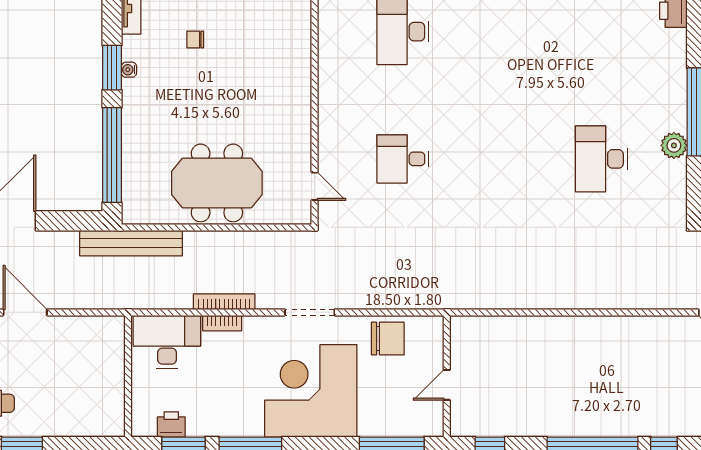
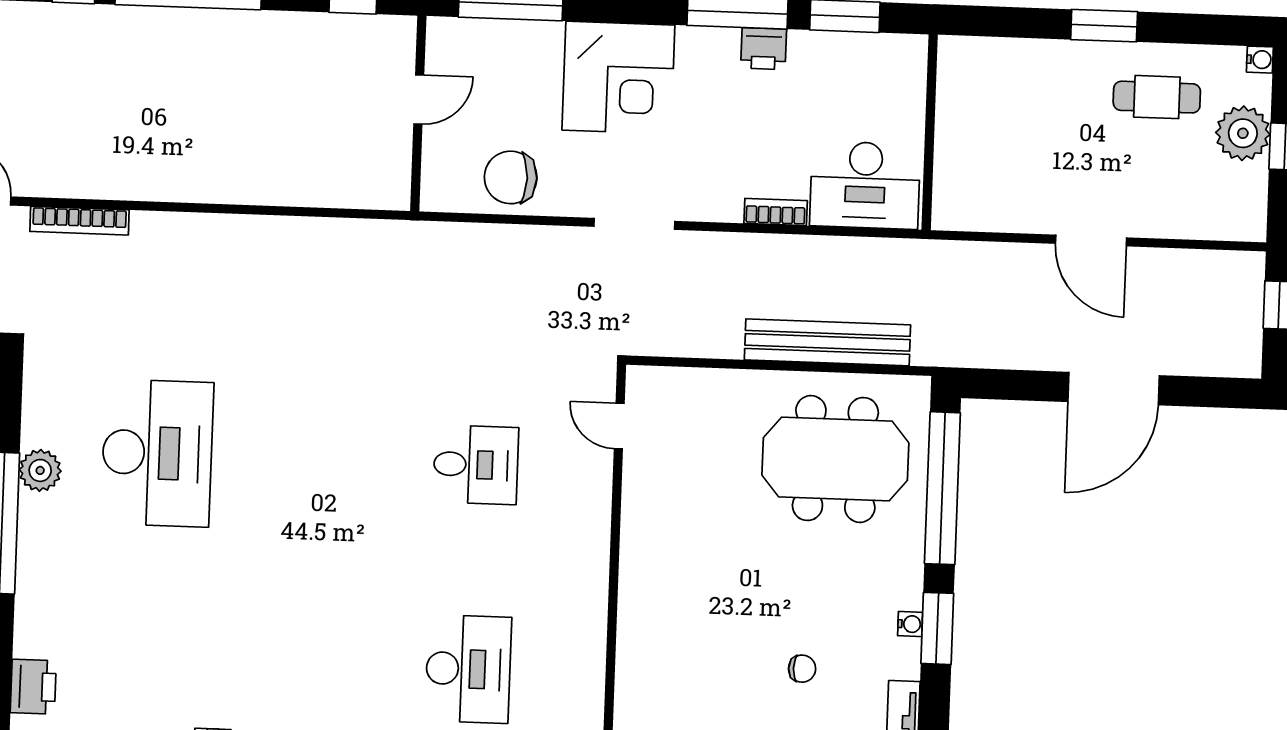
desk: (601, 159) -> (157, 453), width x1.36, depth x1.30
meeting table: (217, 183) -> (835, 459), moved
bench: (131, 243) -> (827, 342), moved
bookcase: (224, 302) -> (80, 221), moved
corner desk: (311, 391) -> (618, 78), width x0.74, depth x0.74
printer: (171, 424) -> (764, 49), moved

